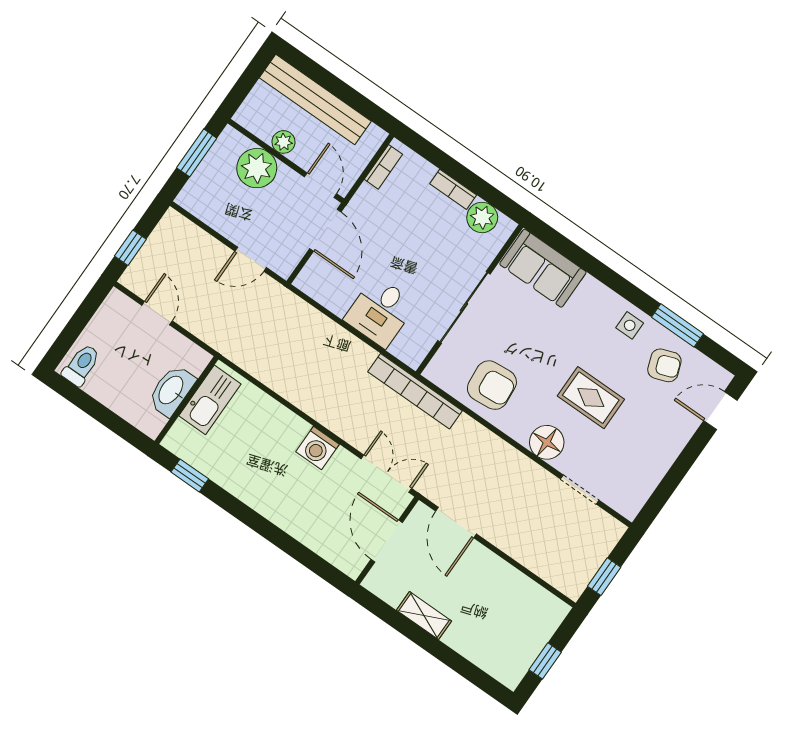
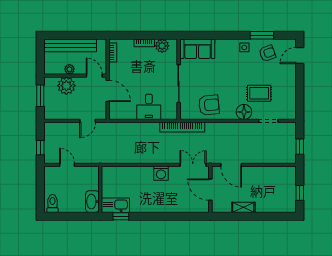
washbasin: (172, 390) -> (92, 202), moved
rug: (591, 398) -> (259, 93), moved
kitchen sink: (210, 400) -> (115, 205), moved, turned -90

